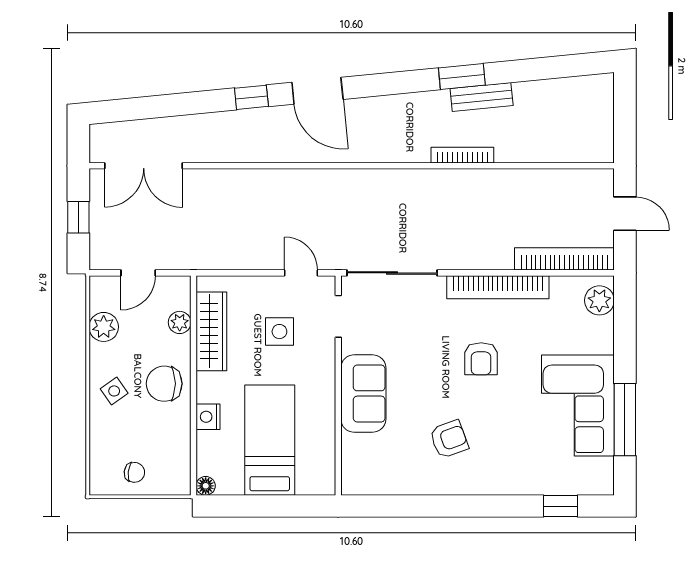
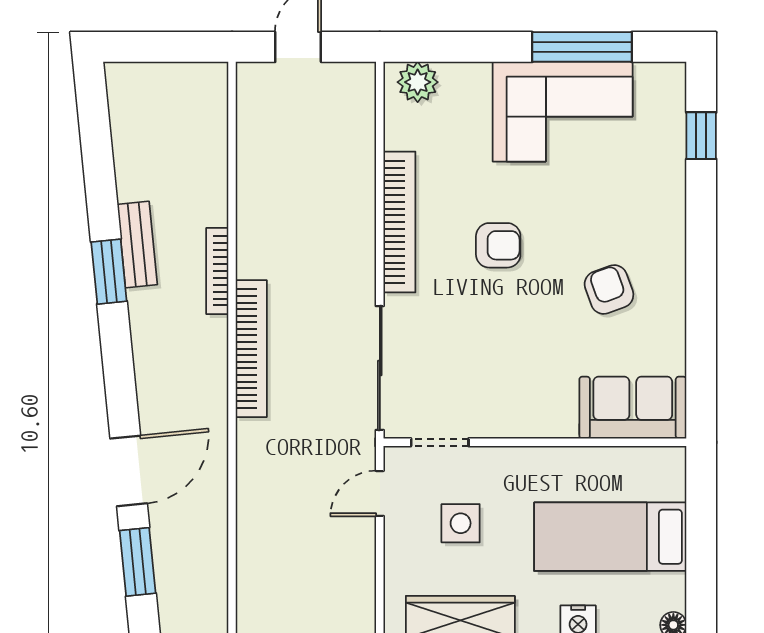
window: (251, 97) -> (138, 562), width x1.50
bookcase: (564, 259) -> (251, 349), moved, turned 180
sofa: (363, 393) -> (633, 408), moved

